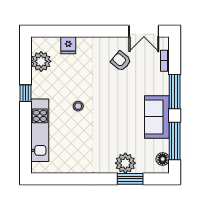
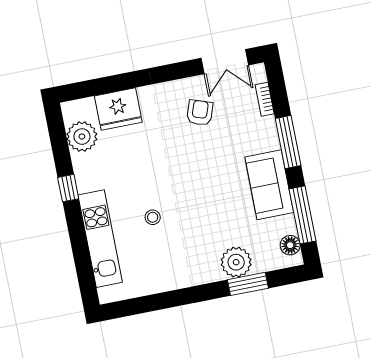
fridge: (68, 45) -> (118, 109), width x1.88, depth x1.34
armchair: (121, 61) -> (200, 113), turned 69
stool: (78, 106) -> (153, 217), moved

